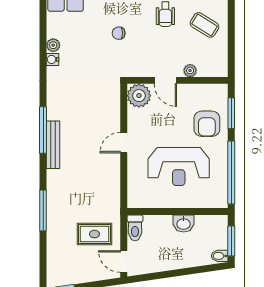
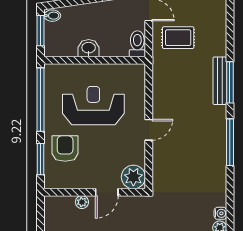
door: (165, 80) -> (107, 192), swing flipped
bench: (53, 145) -> (220, 81), moved
window: (43, 210) -> (230, 82), moved

